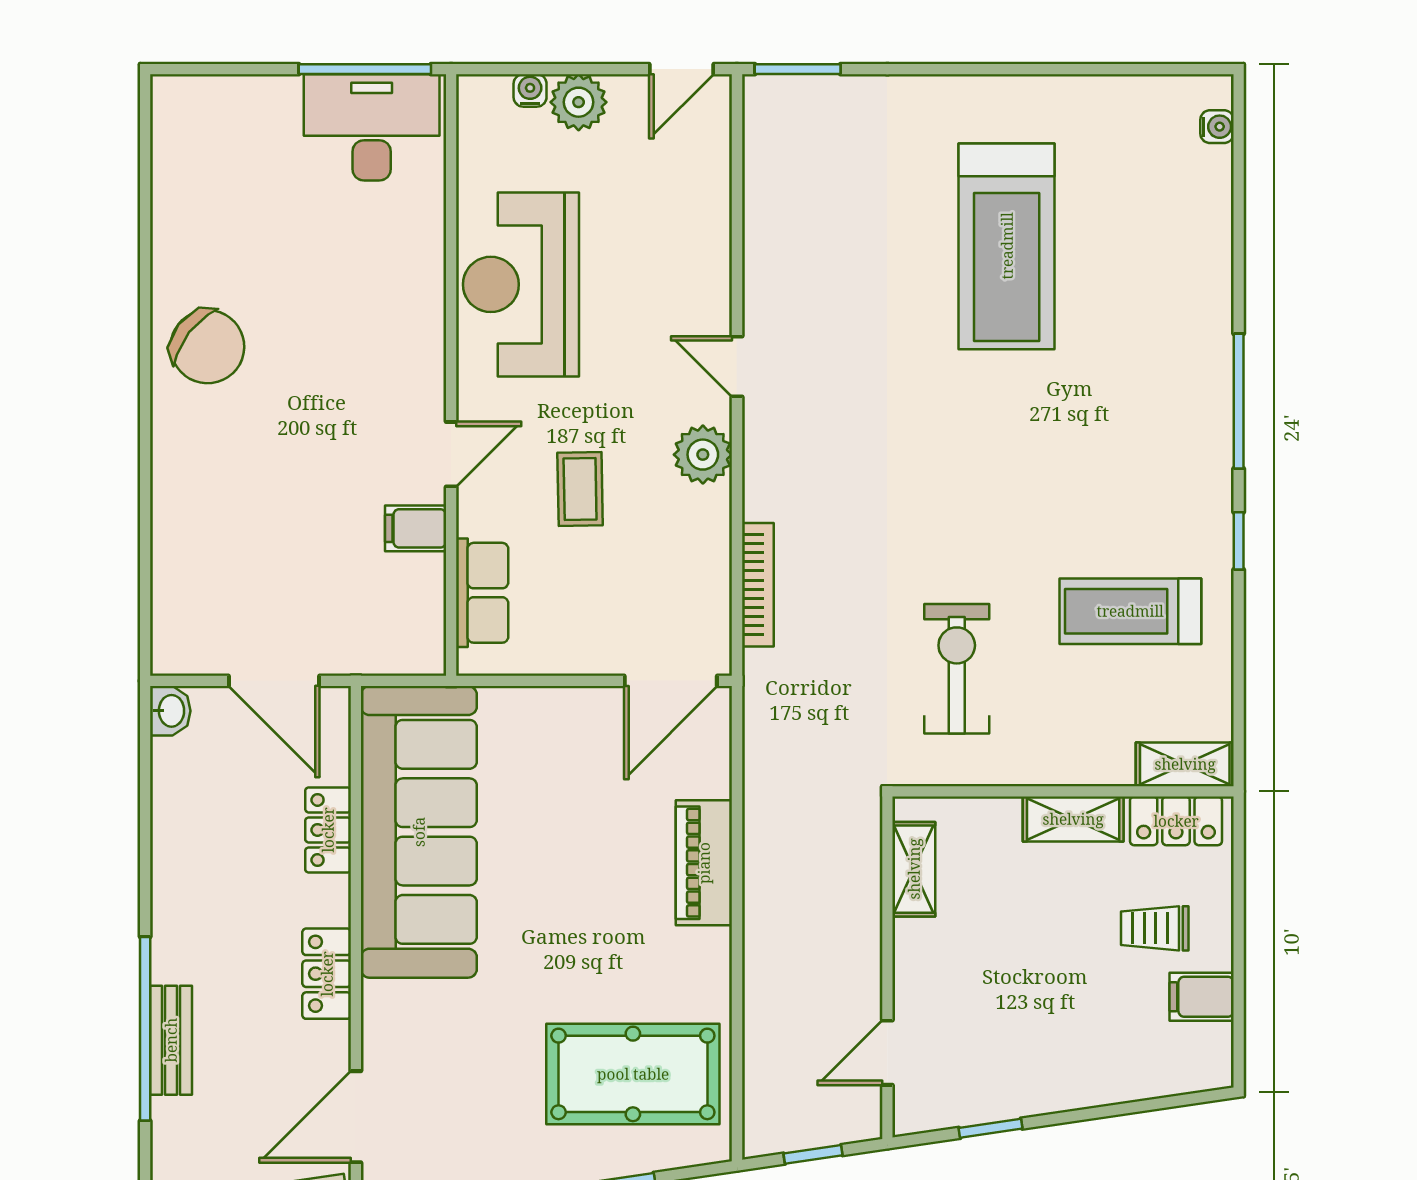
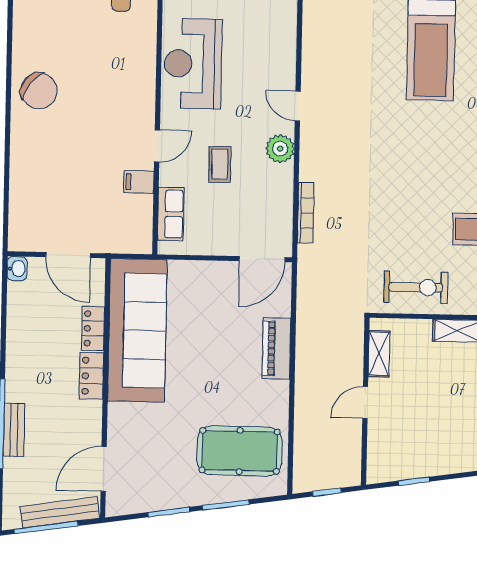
exercise bike: (957, 669) -> (416, 287), moved, turned 90
locker: (327, 974) -> (91, 376), moved
door: (887, 1053) -> (365, 402), moved

